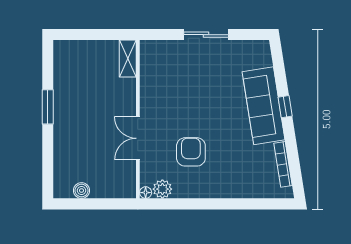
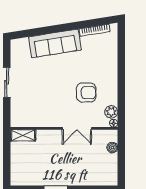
window: (285, 107) -> (56, 29), removed
armchair: (191, 152) -> (86, 93), turned 180
boiler: (82, 191) -> (112, 148), moved

